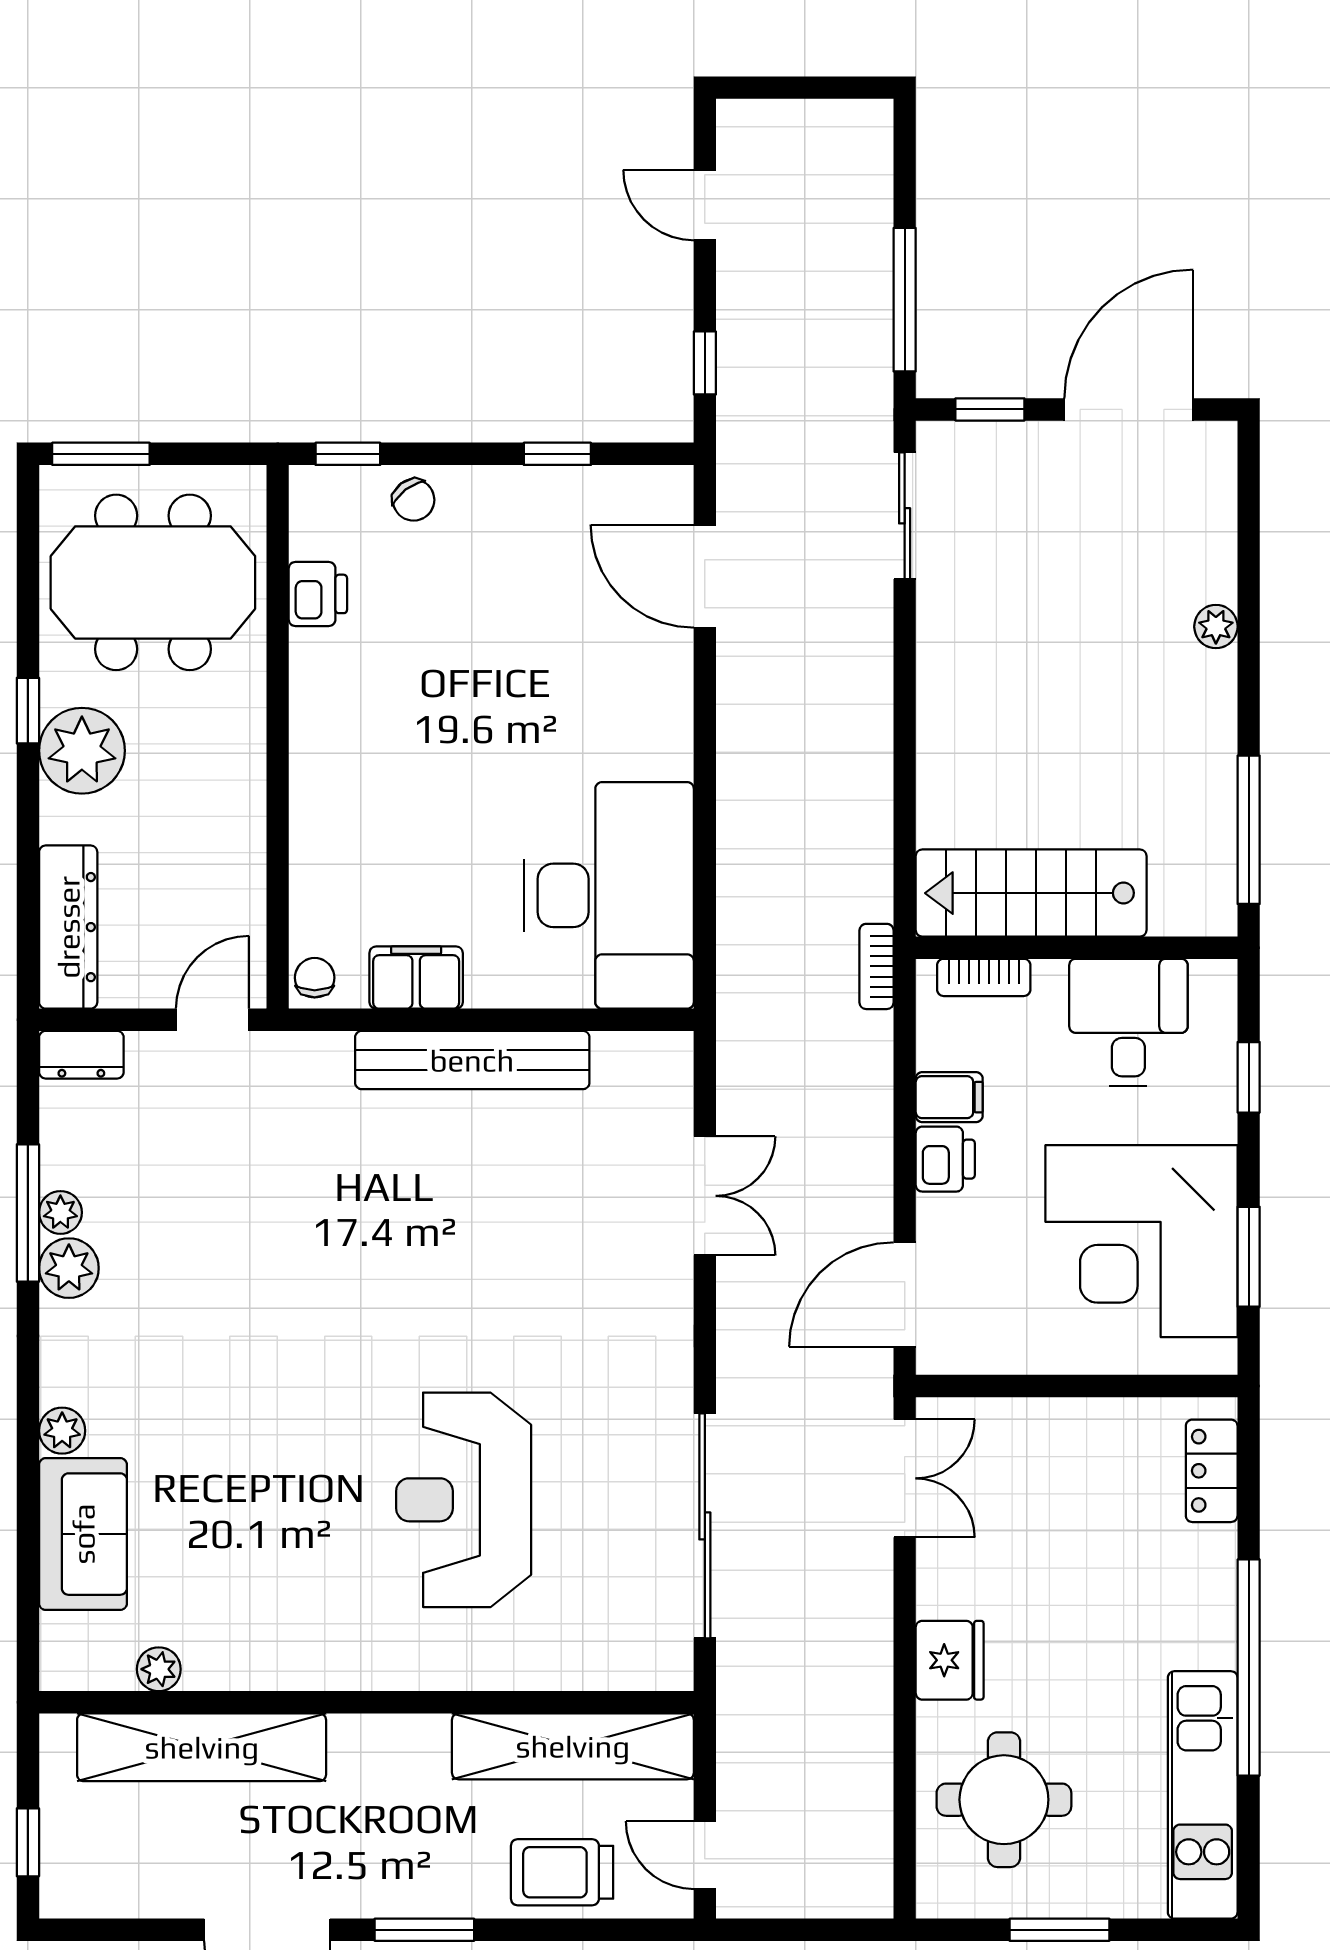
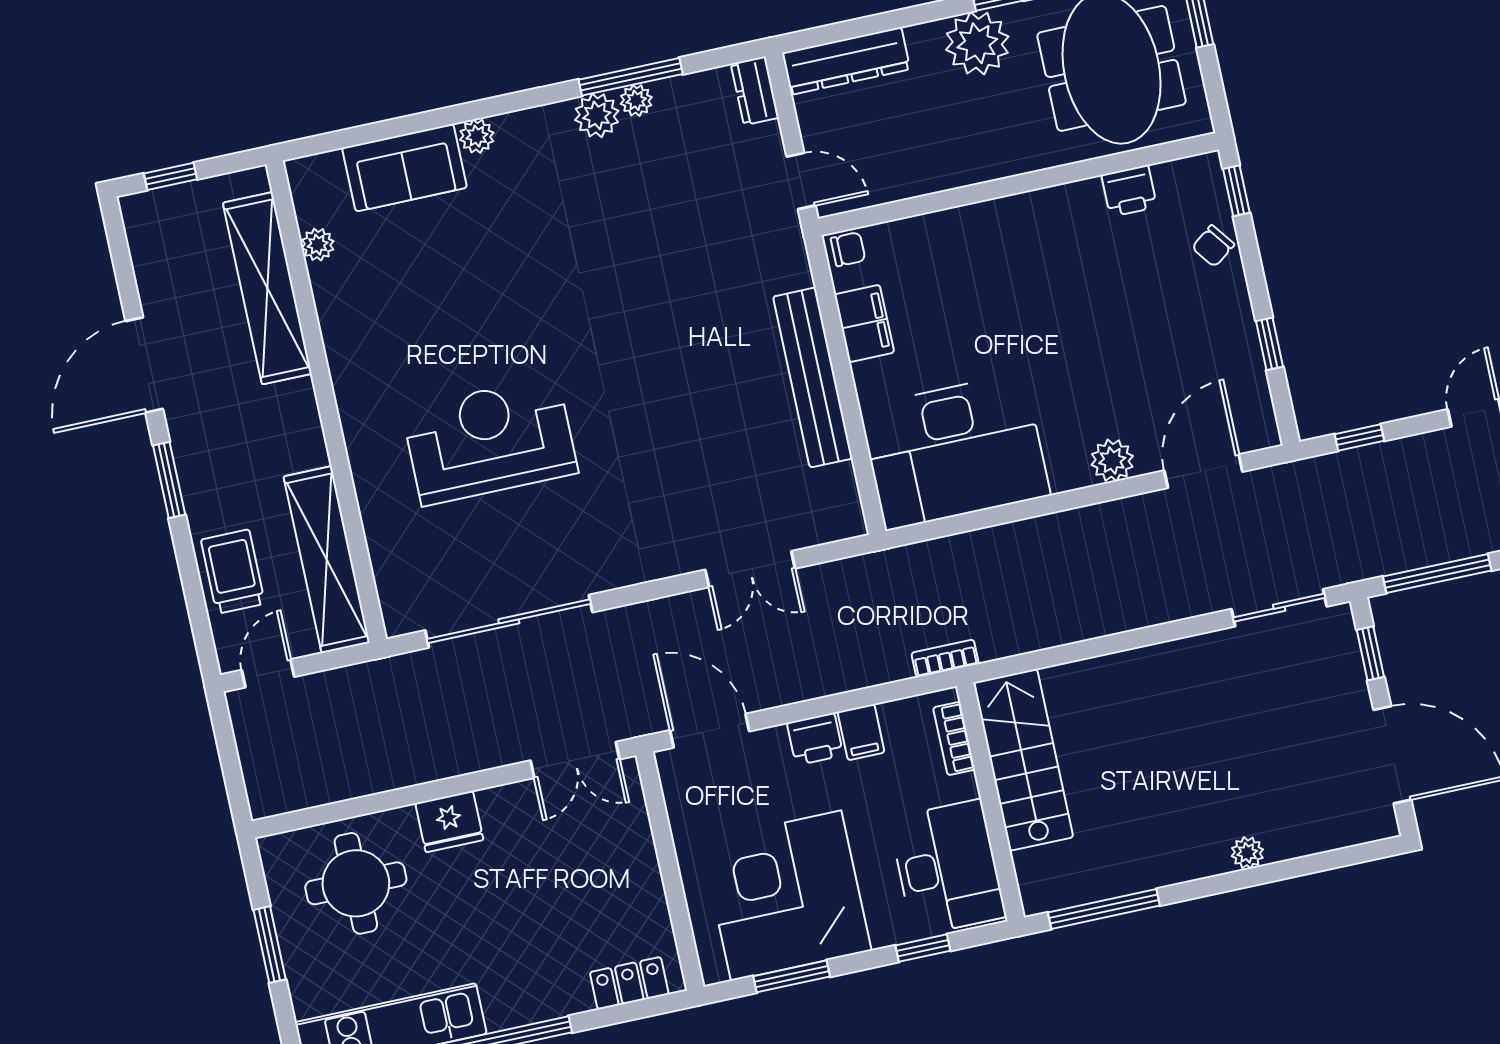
plant: (665, 692) -> (1112, 460), added
desk: (1128, 1023) -> (947, 868), width x1.37

